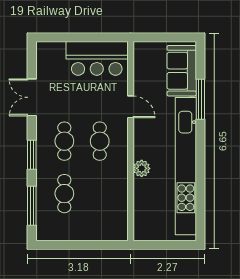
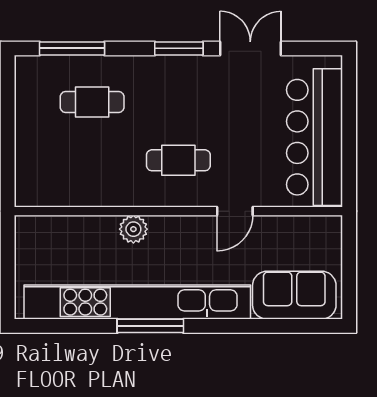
bar counter: (97, 58) -> (315, 137), width x1.36
window: (200, 99) -> (150, 326), moved
cafe table: (64, 141) -> (178, 102), removed
window: (32, 155) -> (179, 48), moved

